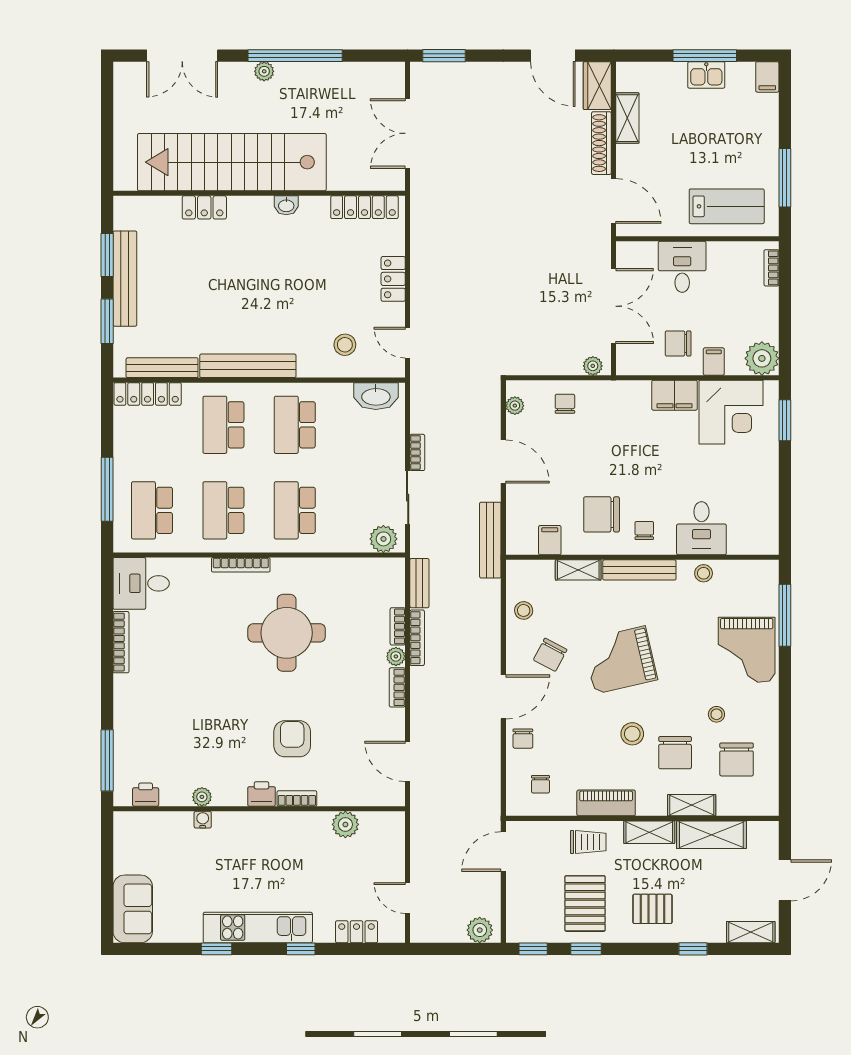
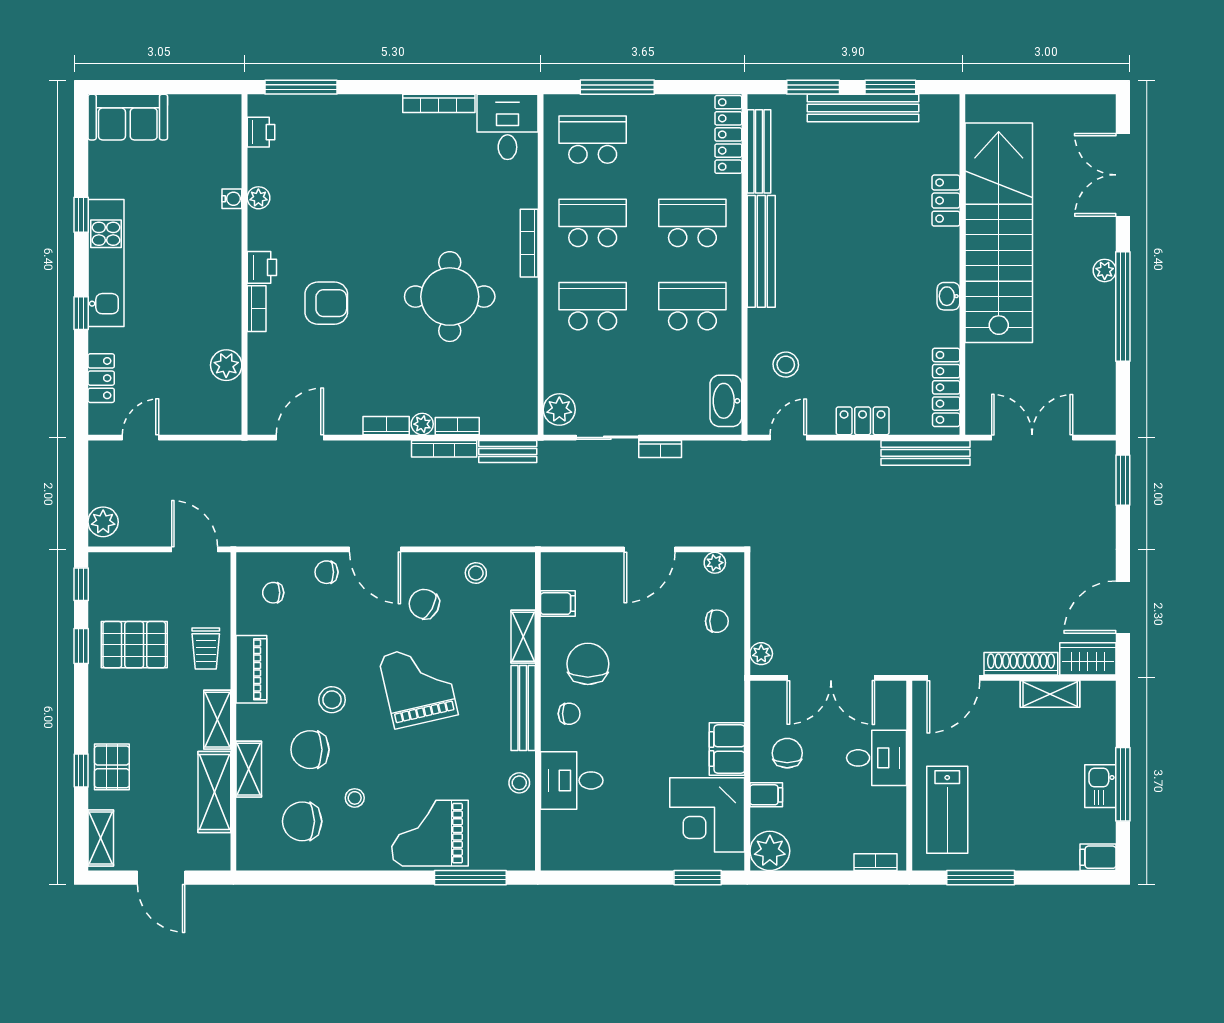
bench: (490, 540) -> (925, 453), moved
pallet: (652, 909) -> (112, 767), moved

